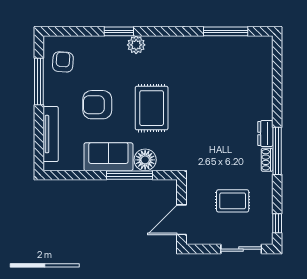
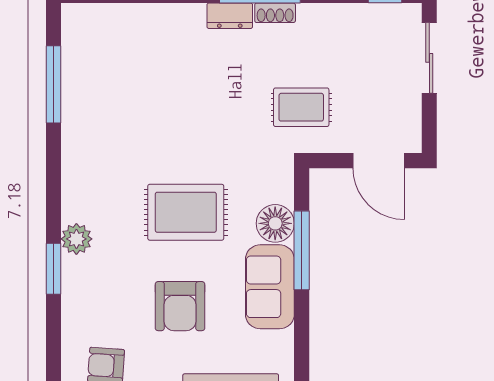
rug: (233, 201) -> (301, 107), moved, turned 90

